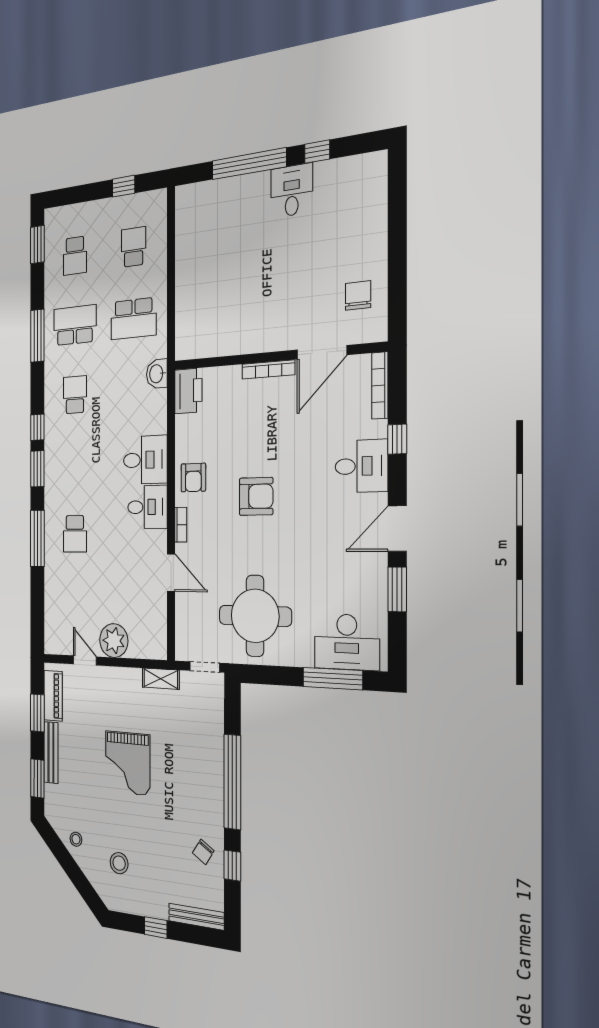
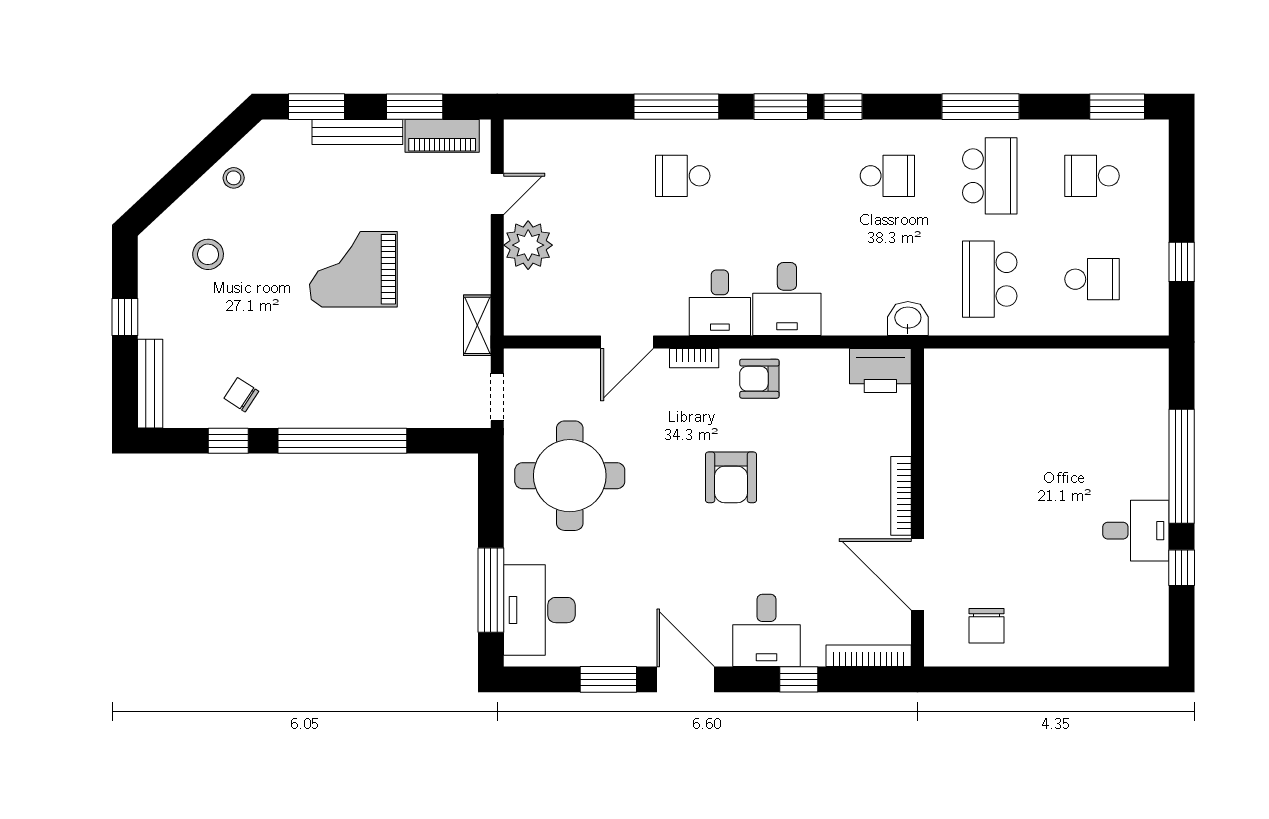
chair: (358, 296) -> (987, 626), turned 90

